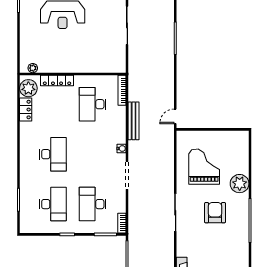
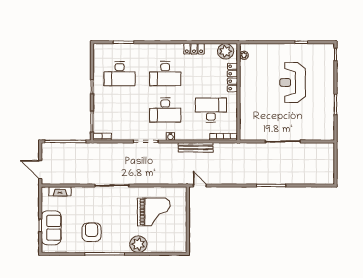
locker: (26, 110) -> (194, 49), moved
desk: (93, 204) -> (165, 110), moved, turned 180
armchair: (215, 213) -> (92, 232), moved, turned -90

